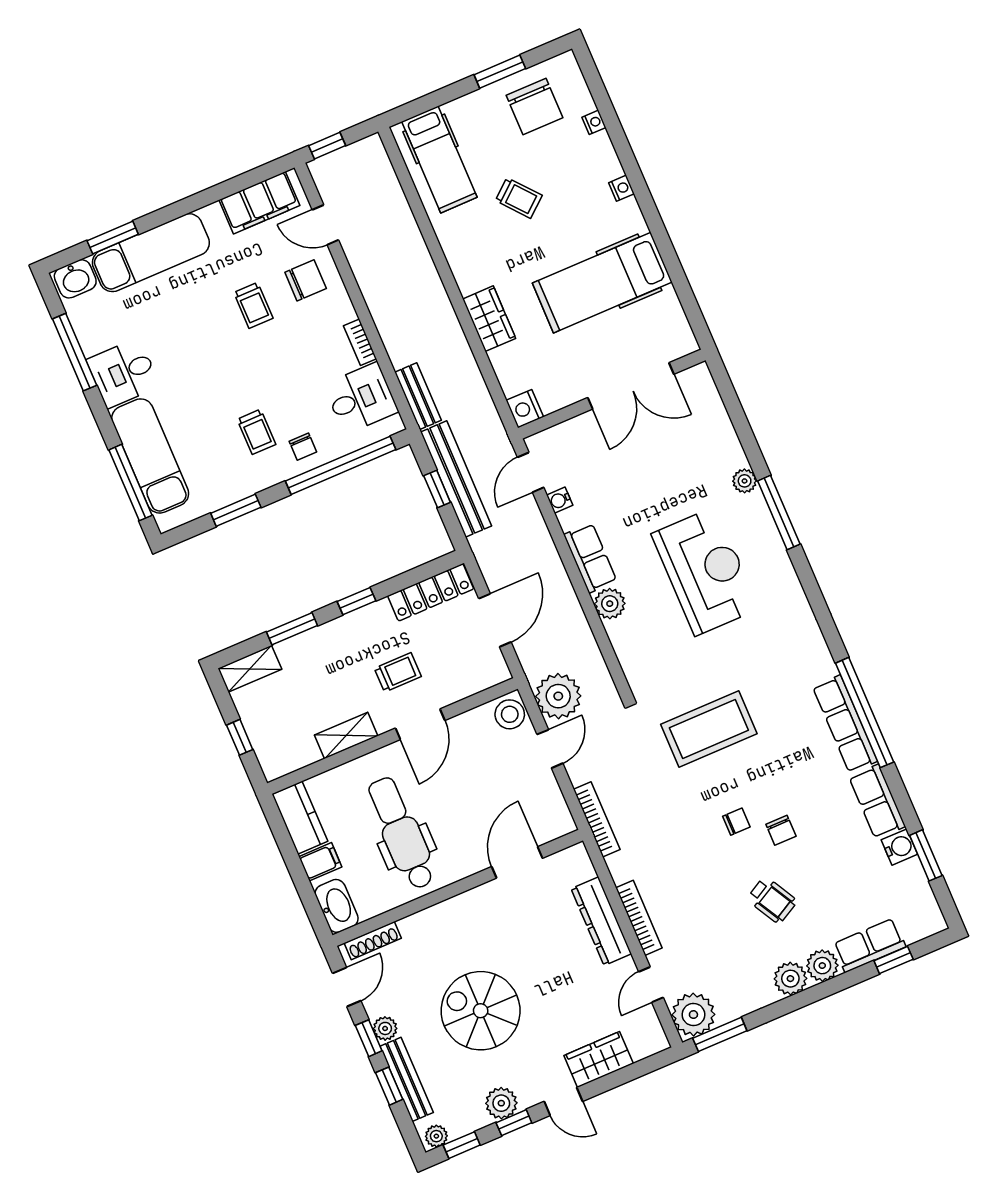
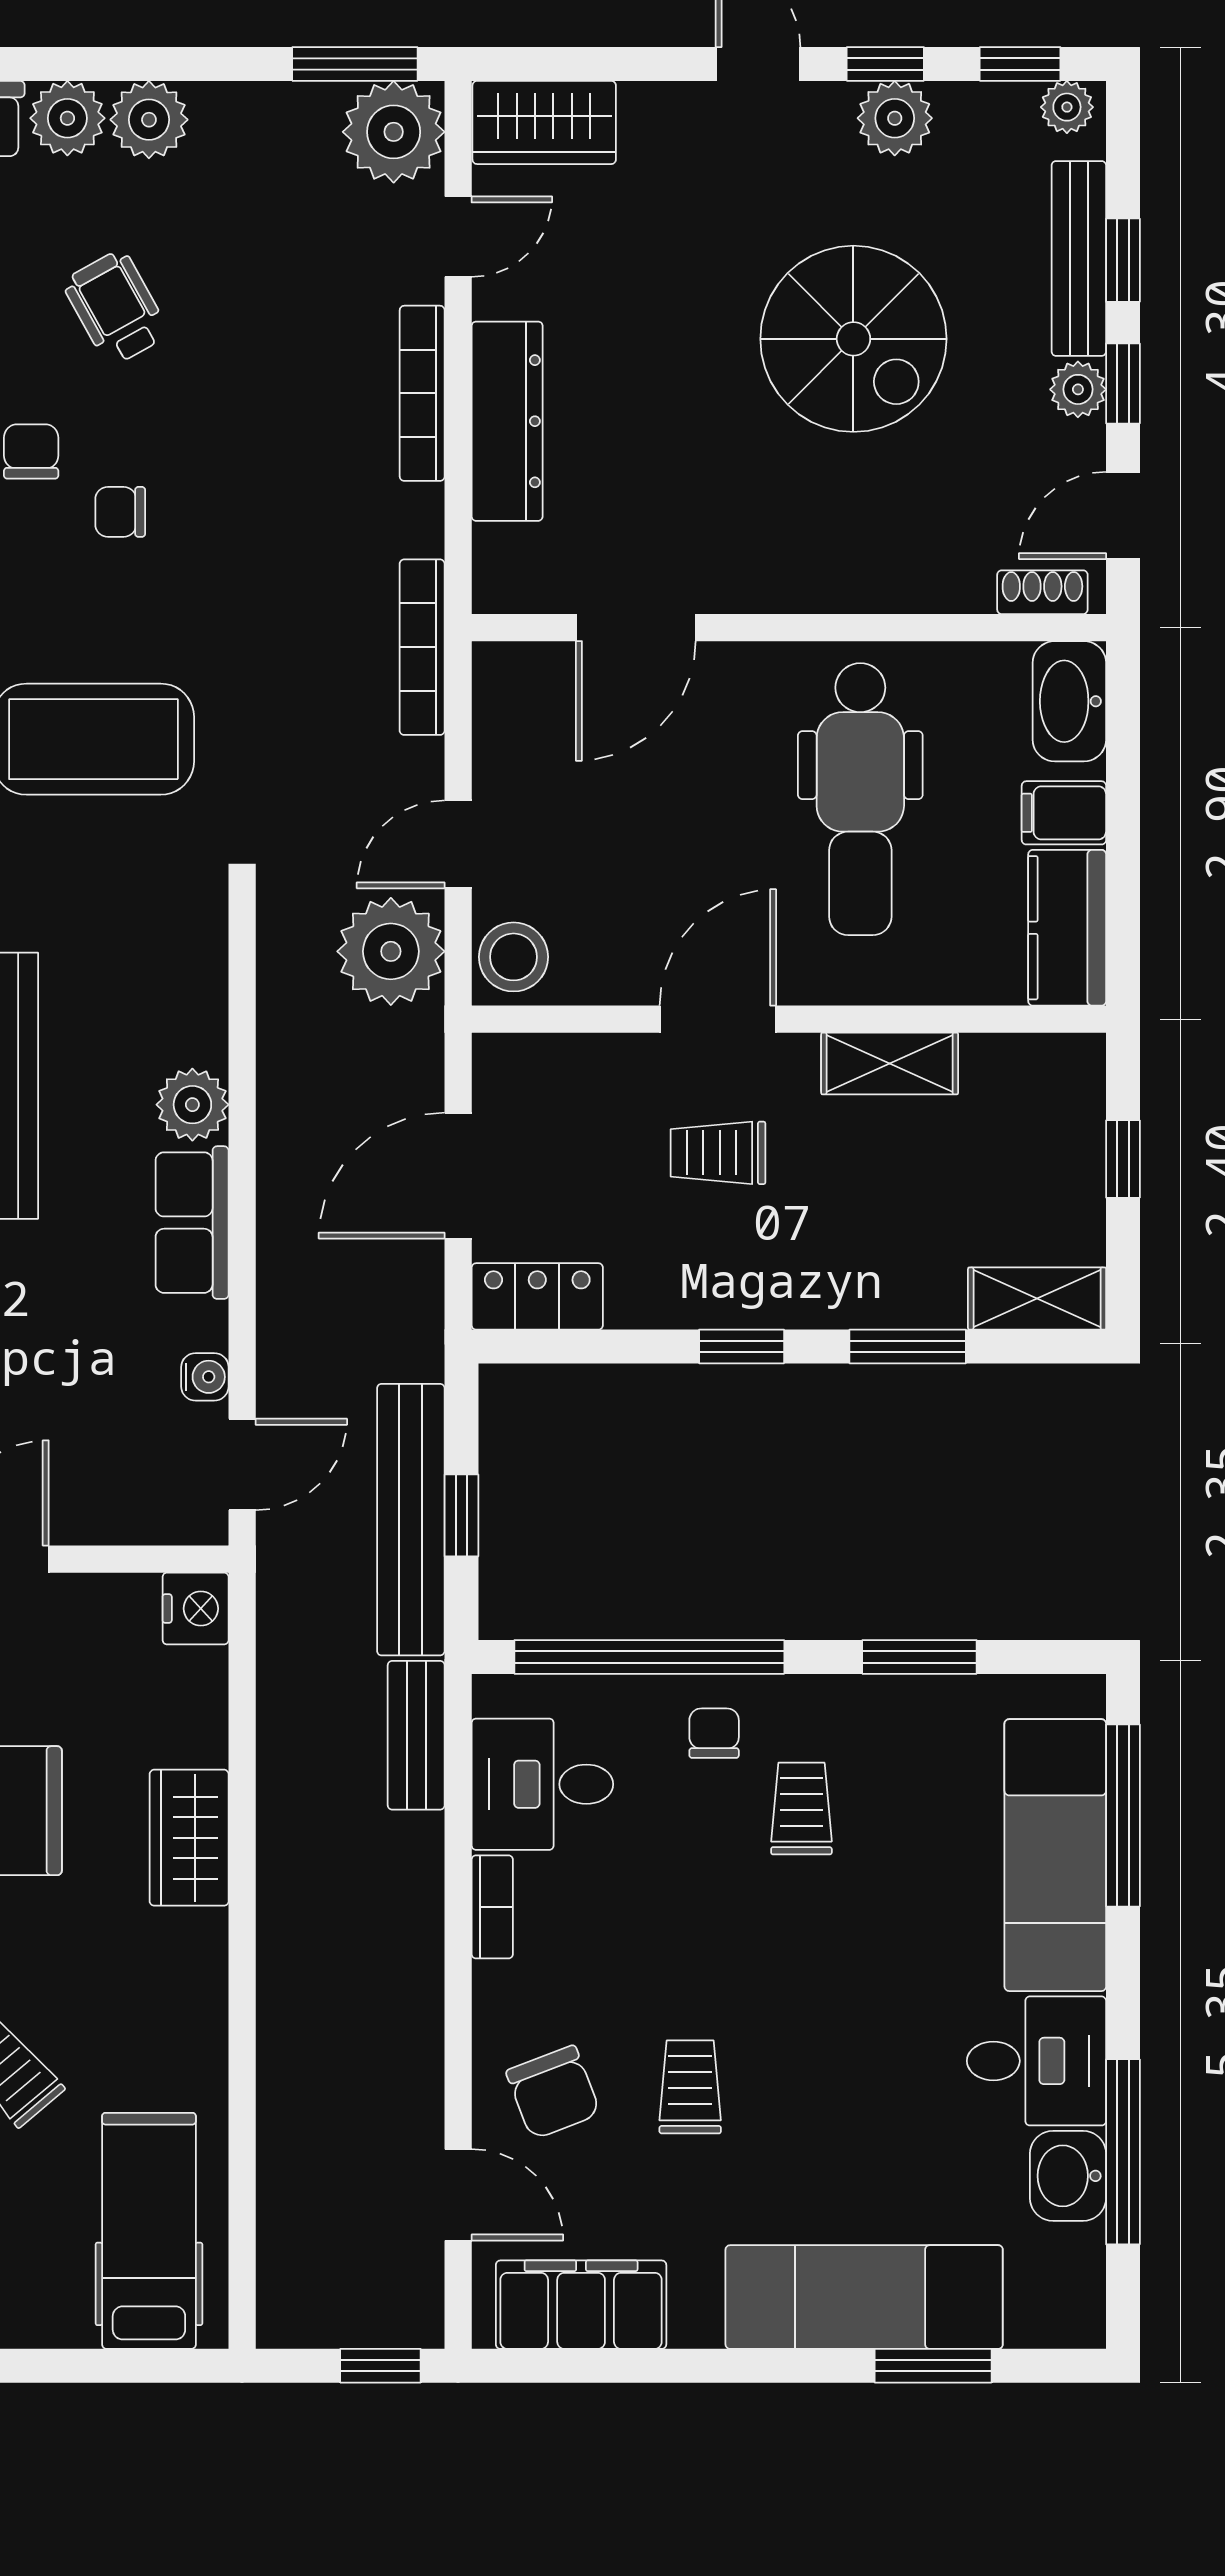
washbasin: (75, 279) -> (1068, 2176), moved, turned -90
chair: (306, 280) -> (553, 2092), turned -111
locker: (431, 592) -> (537, 1296), width x0.66
shoe rack: (373, 941) -> (1042, 592), width x0.70
wardrobe: (599, 1060) -> (544, 122), moved

